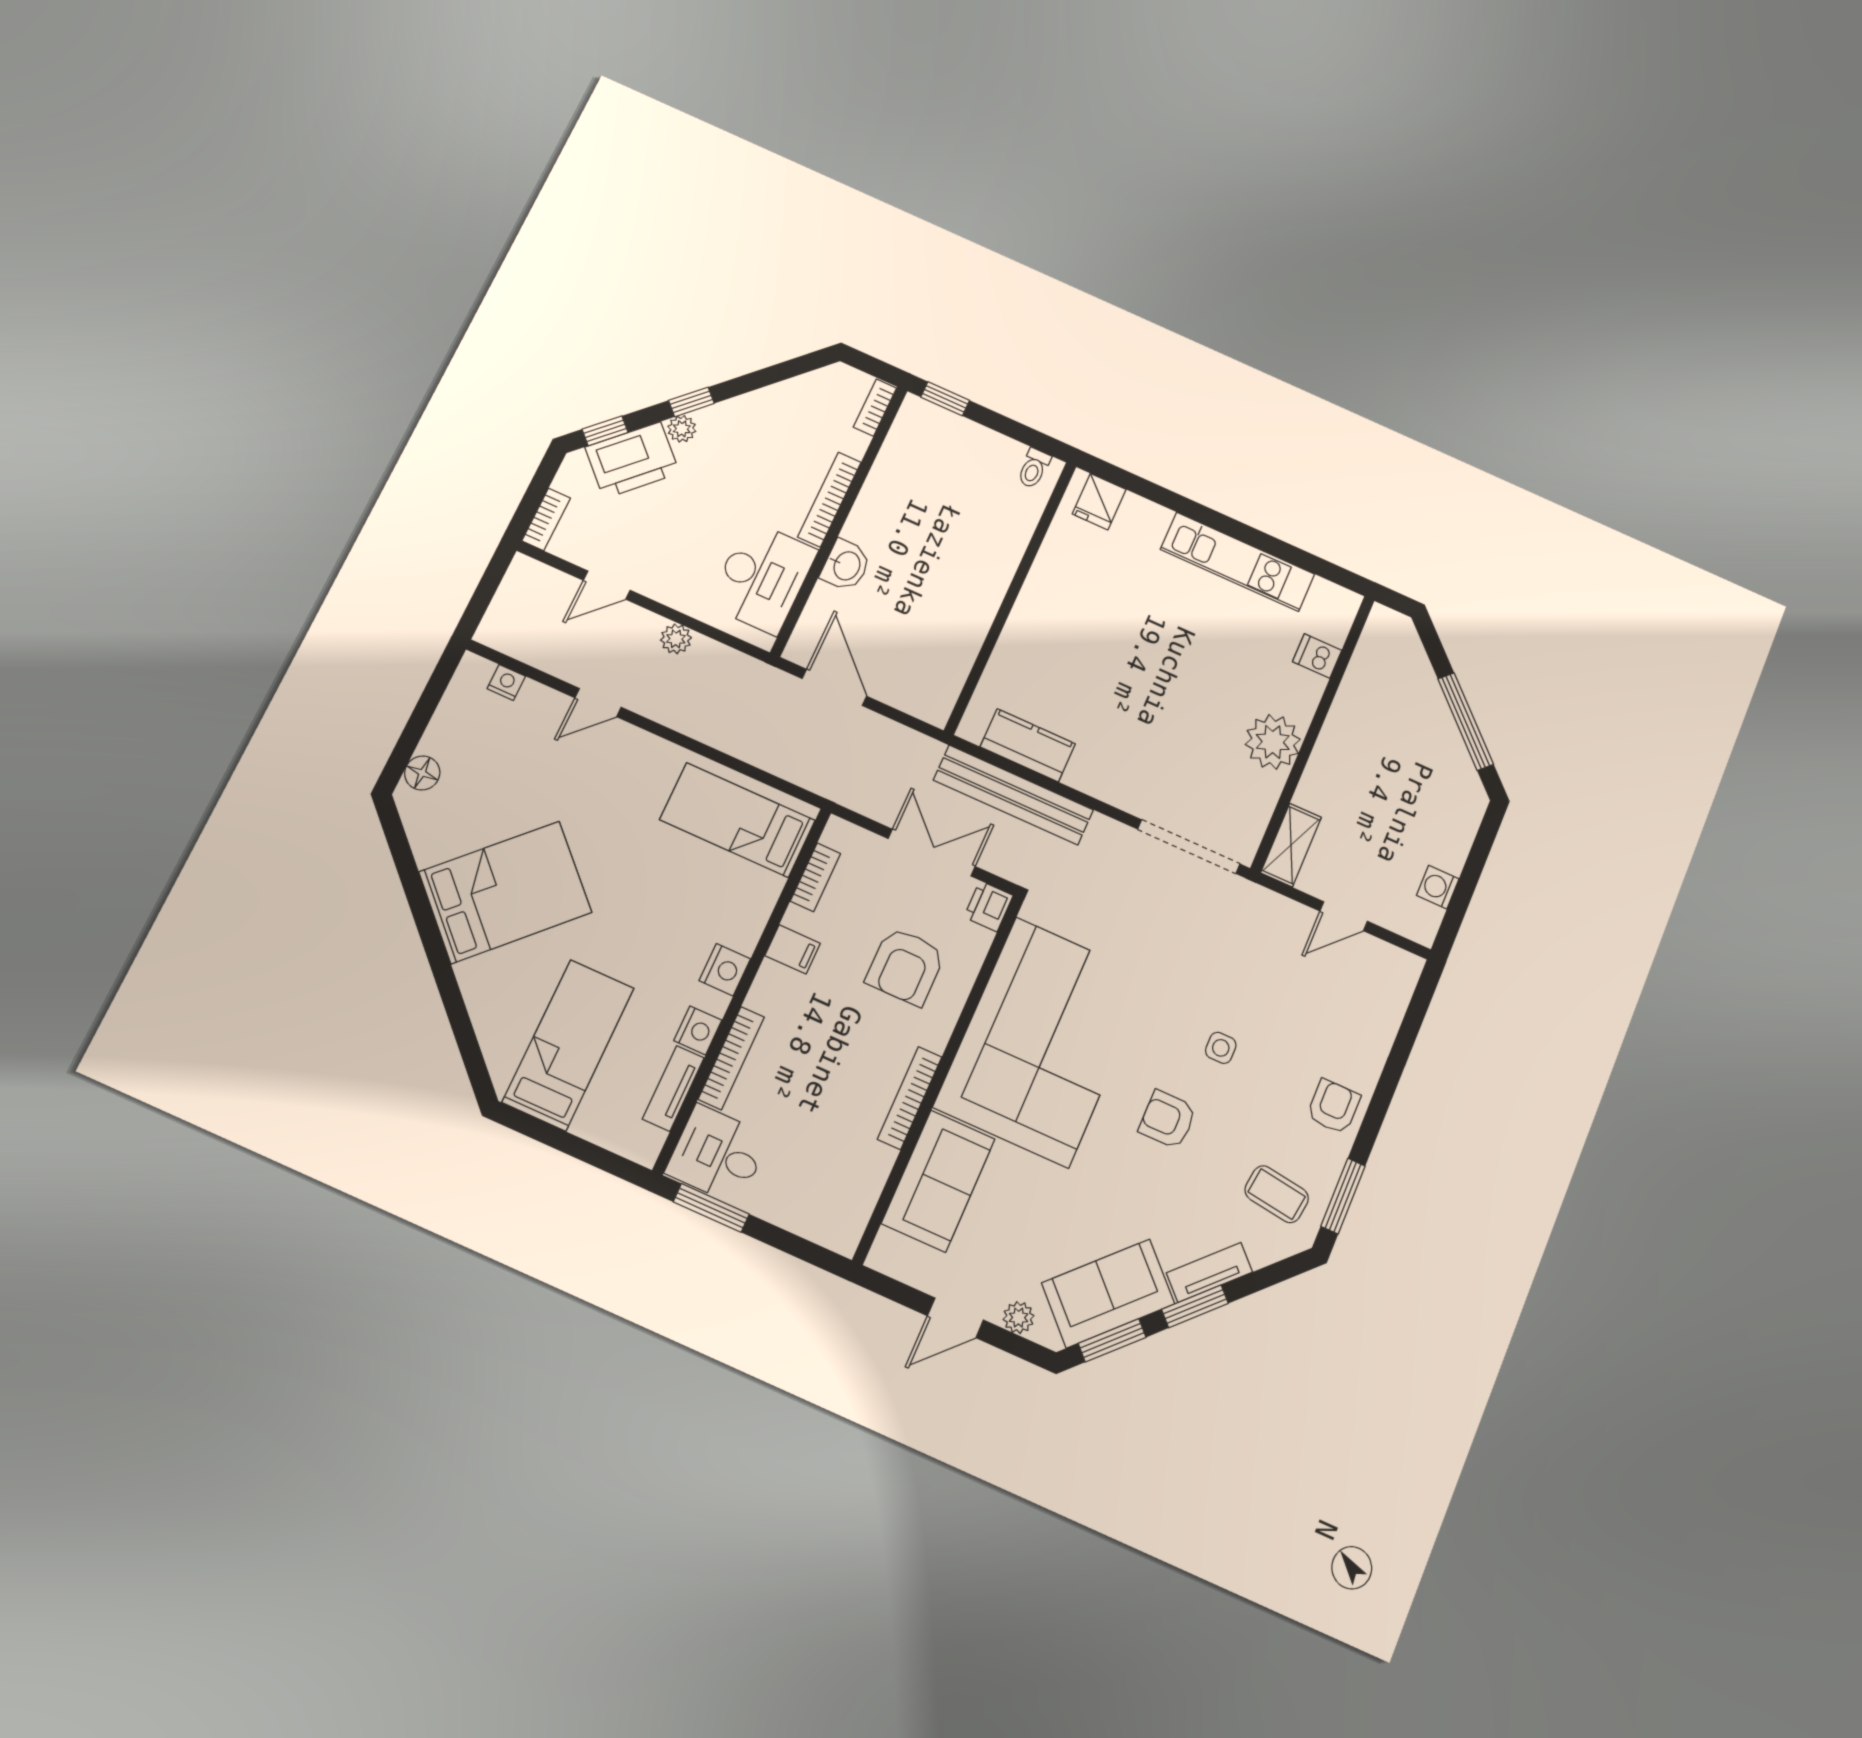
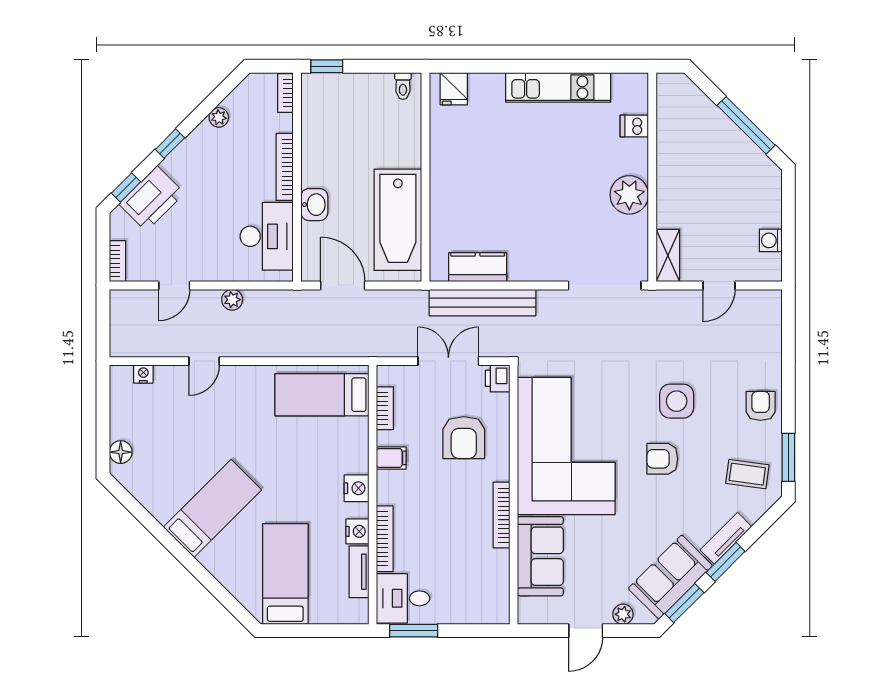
plant: (682, 429) -> (219, 117), moved
bathtub: (949, 635) -> (398, 220), added
bed: (505, 892) -> (212, 508), width x0.67
side table: (1221, 1048) -> (677, 401), width x1.87, depth x1.87

